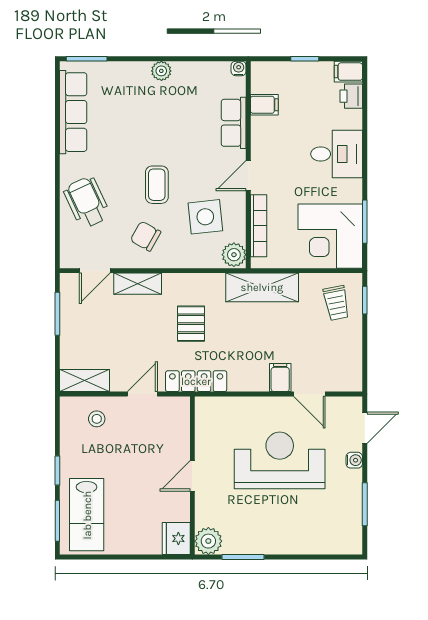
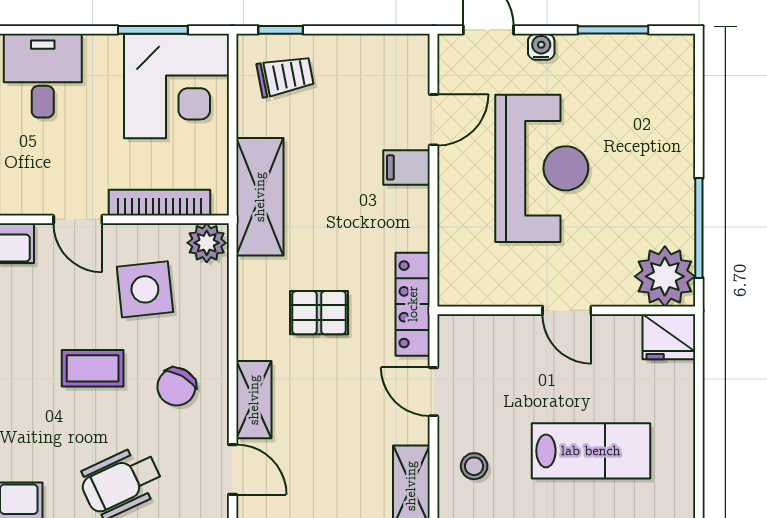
reception desk: (280, 460) -> (542, 168), turned 180
lab bench: (87, 515) -> (591, 451), moved
plant: (208, 541) -> (665, 276), width x1.36, depth x1.36
window: (243, 557) -> (699, 228), width x1.44

